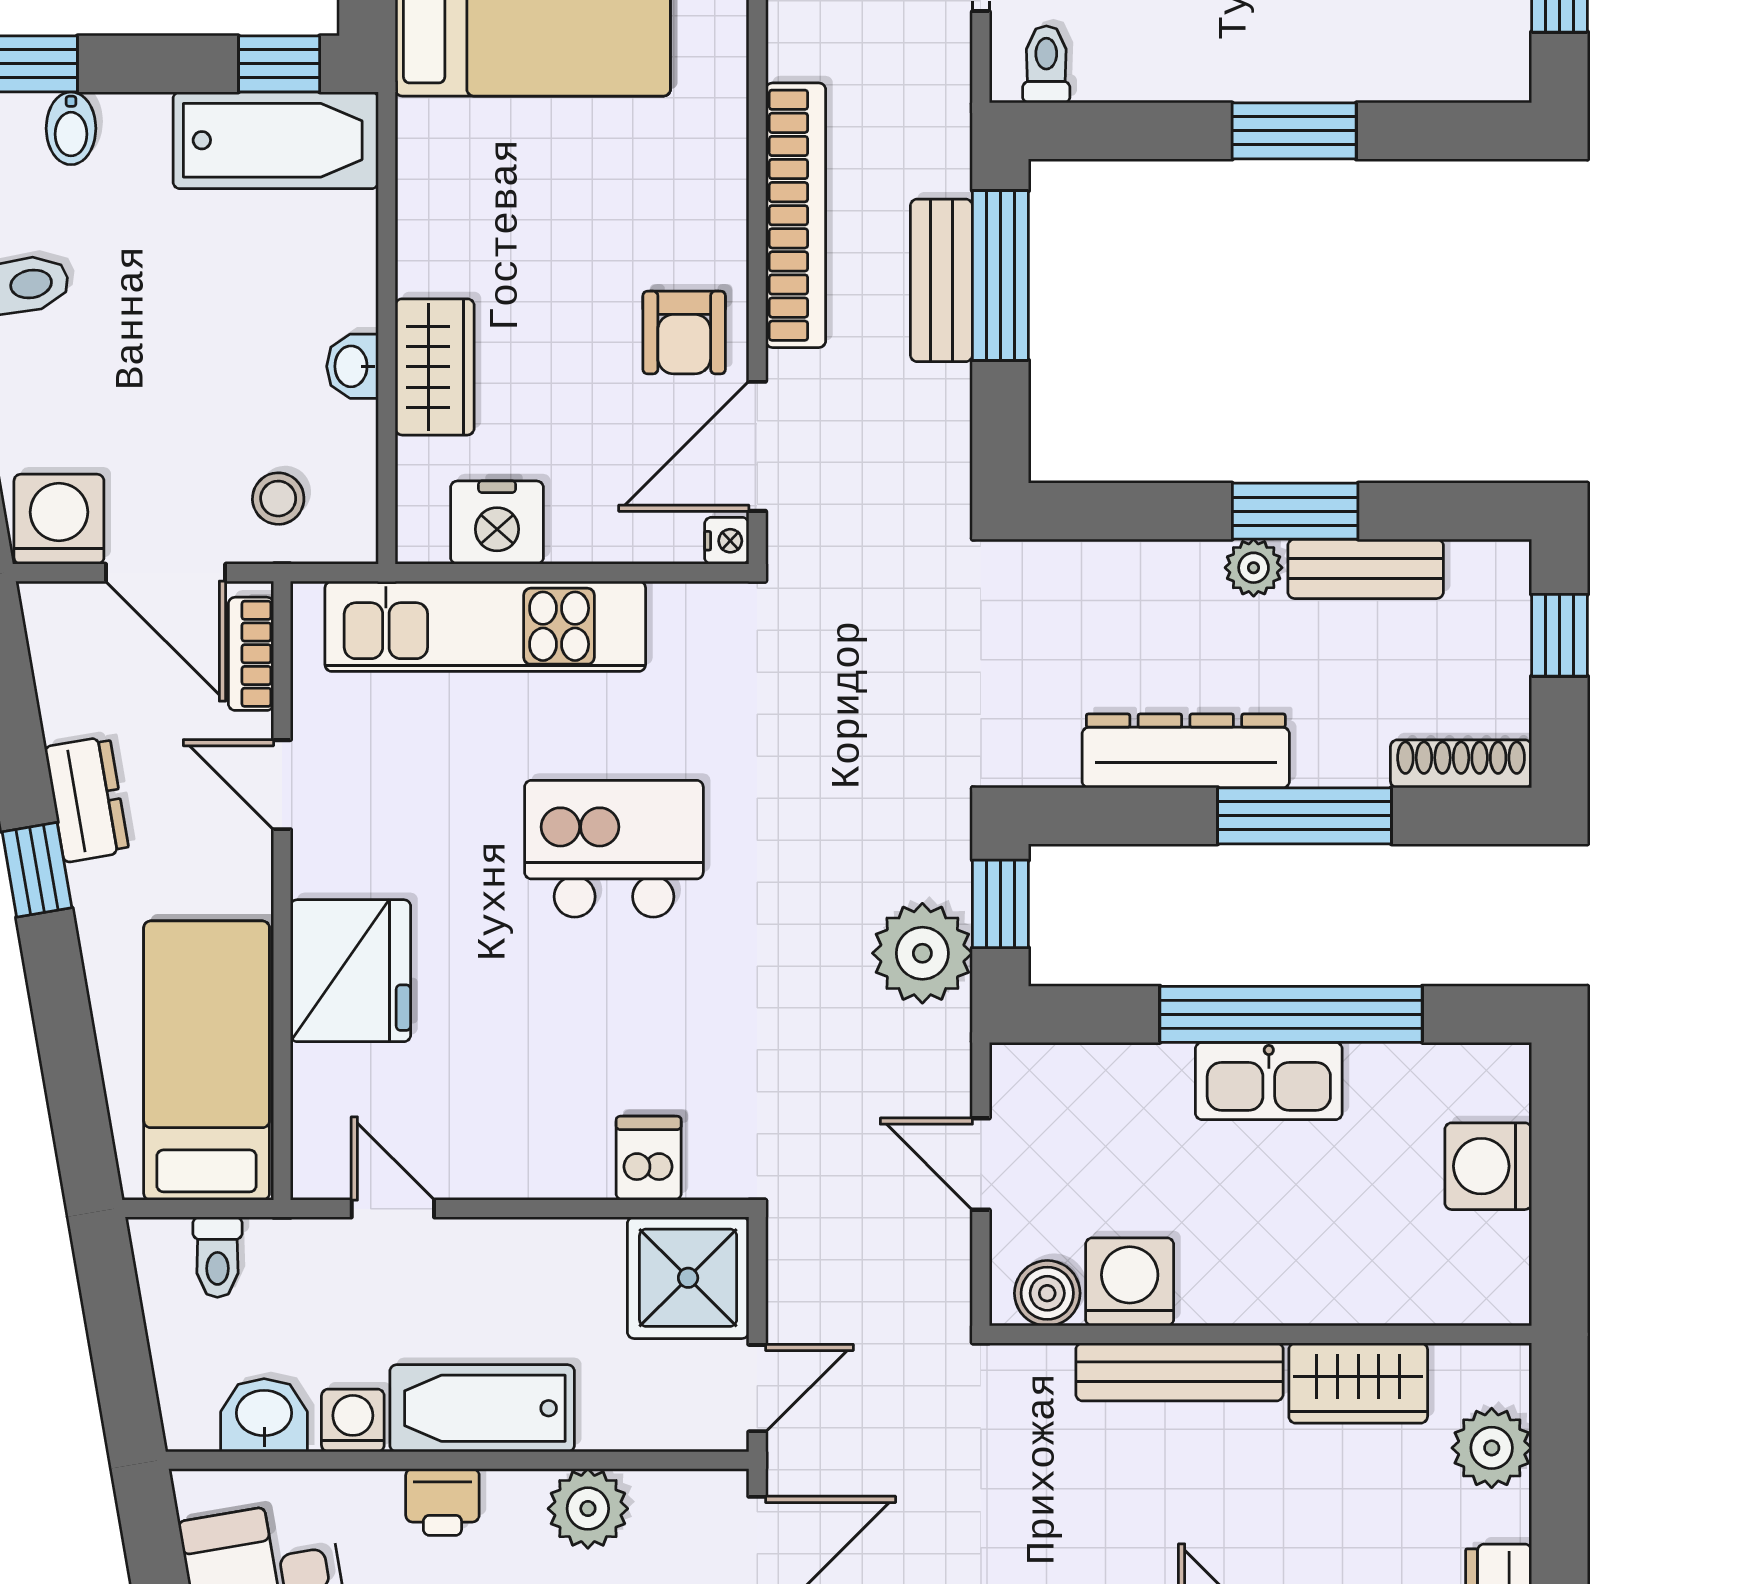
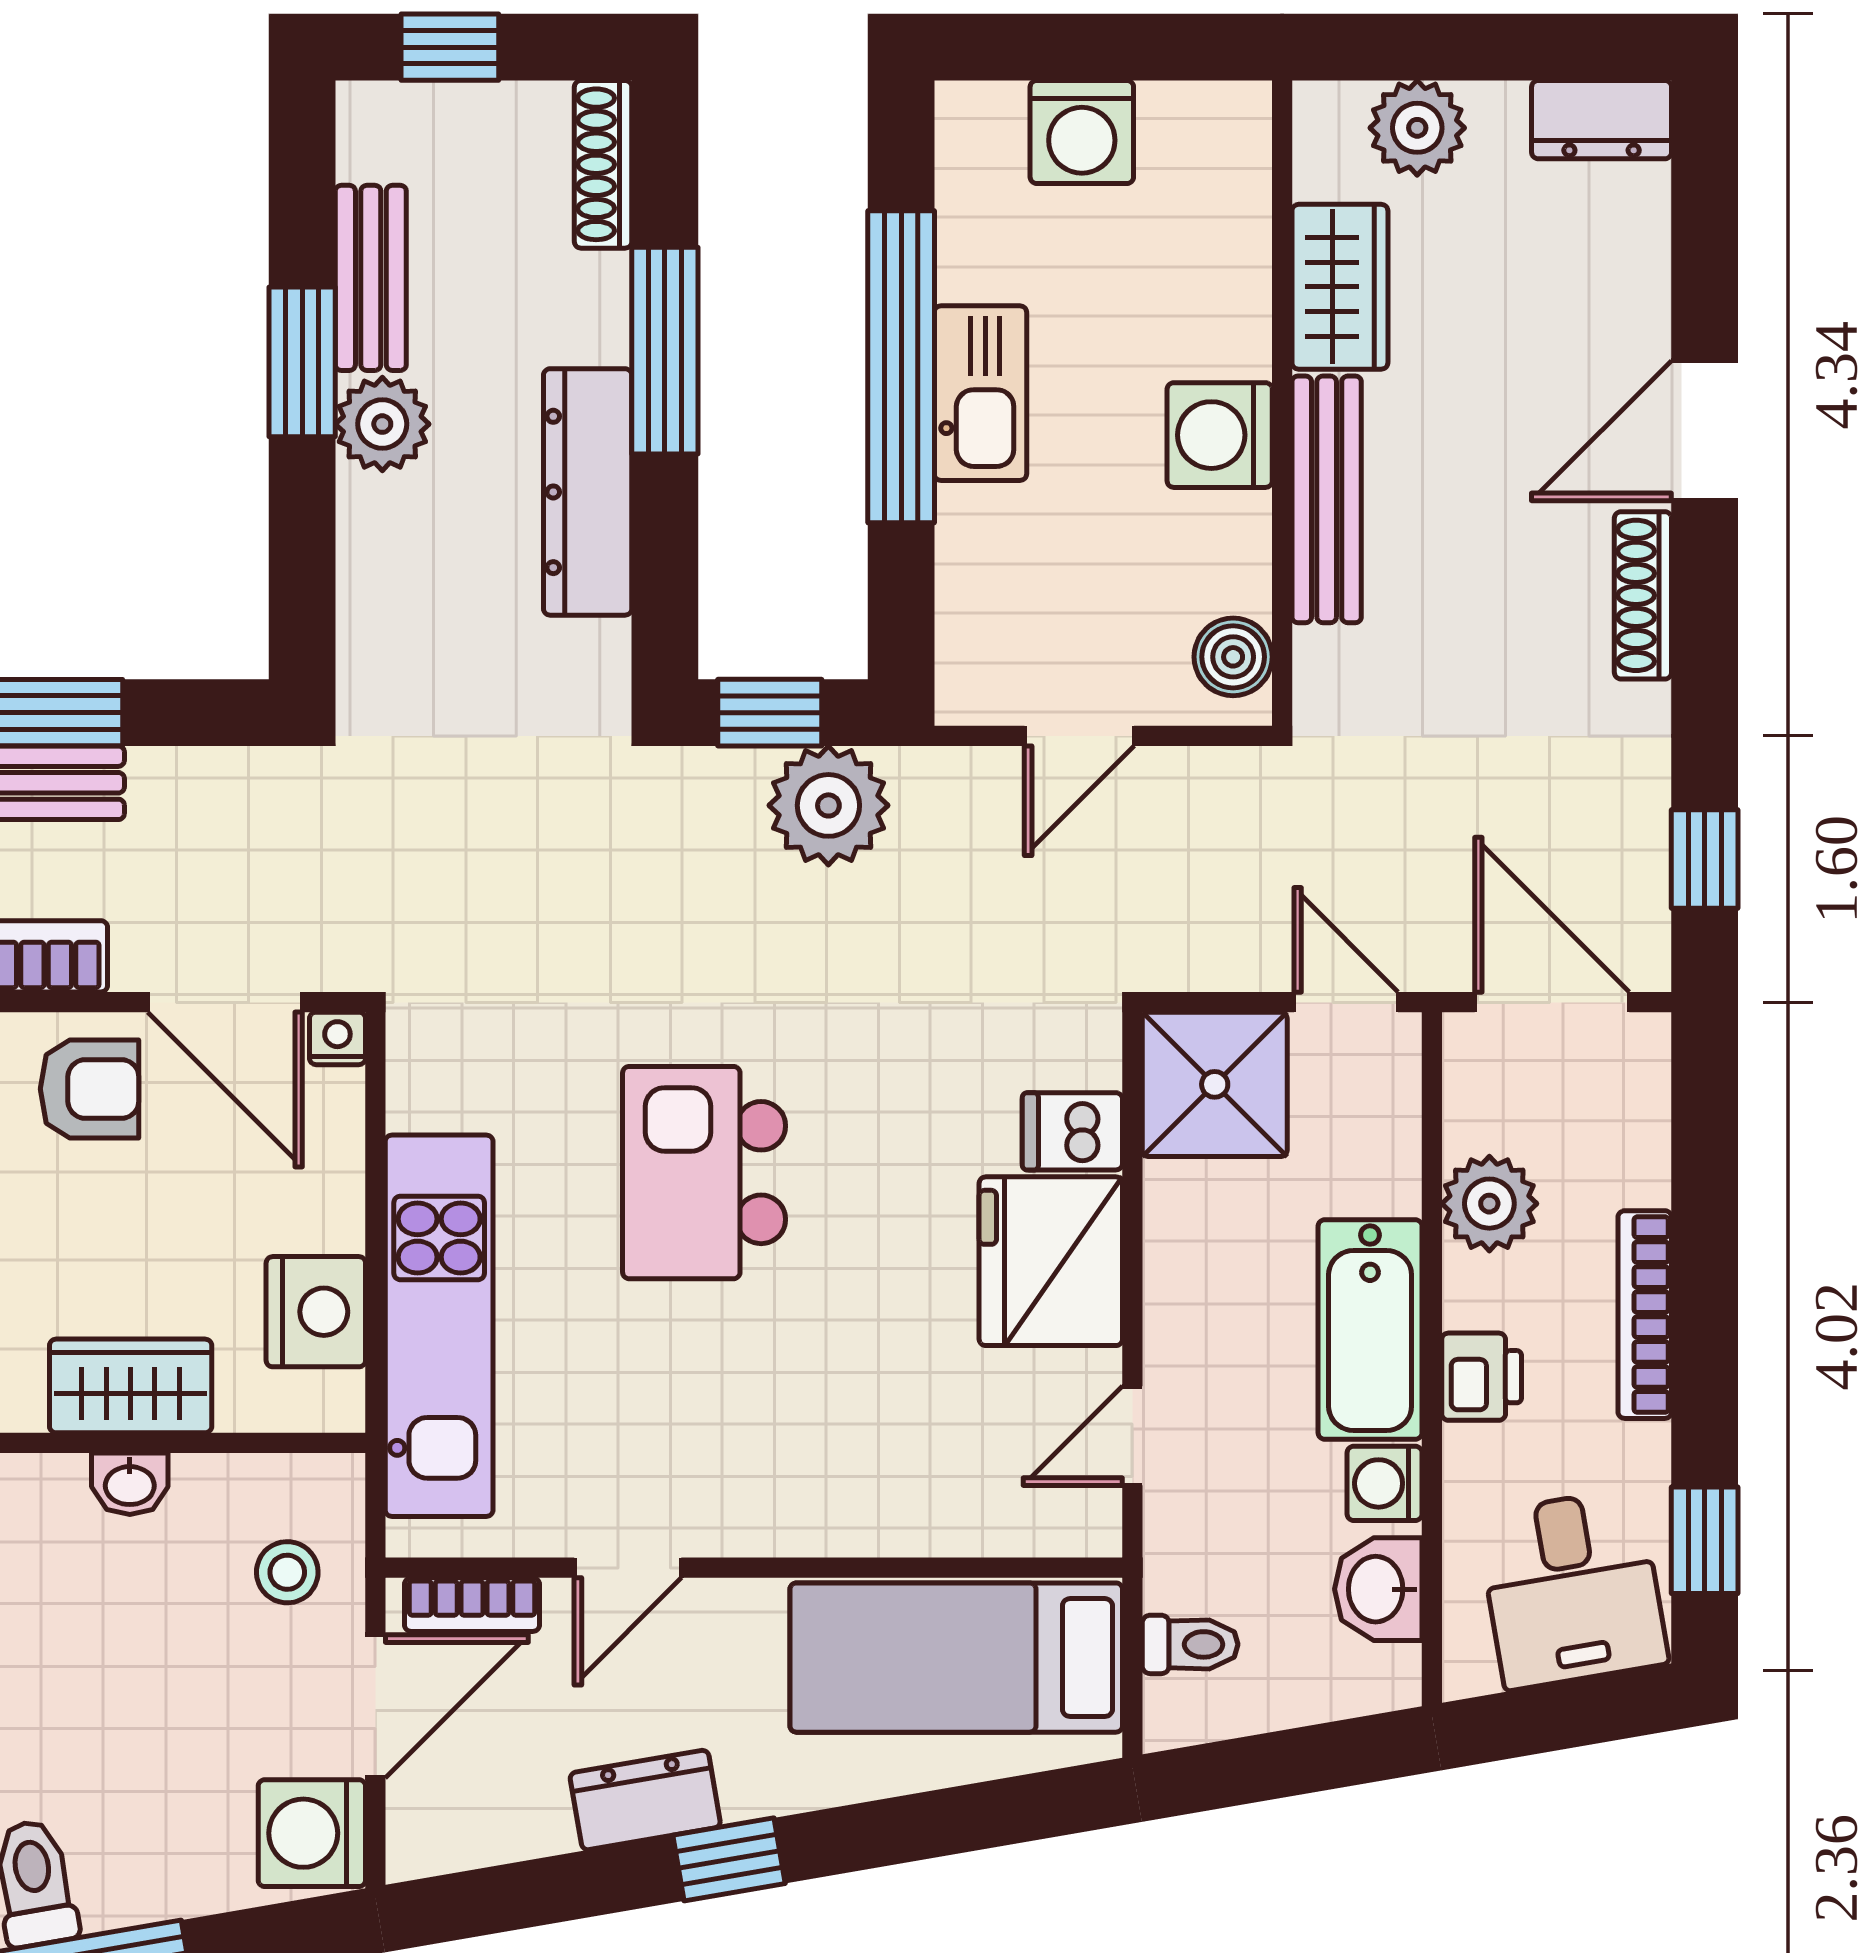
plant: (1254, 568) -> (382, 424), width x1.38, depth x1.38
fridge: (351, 971) -> (1051, 1261), moved, turned -90
washing machine: (1130, 1282) -> (1220, 435), moved

